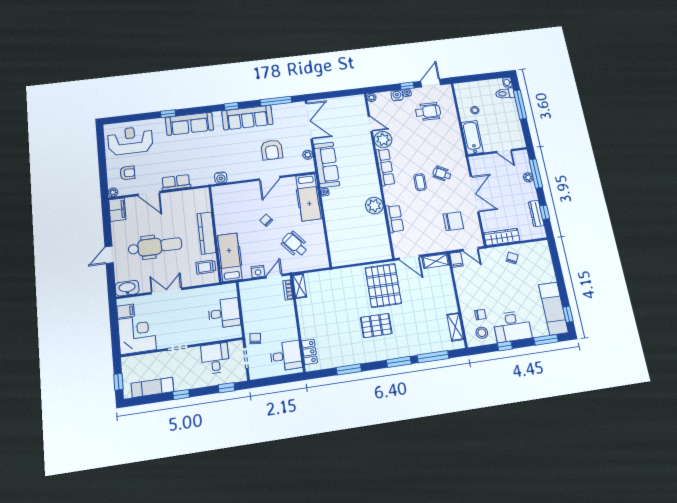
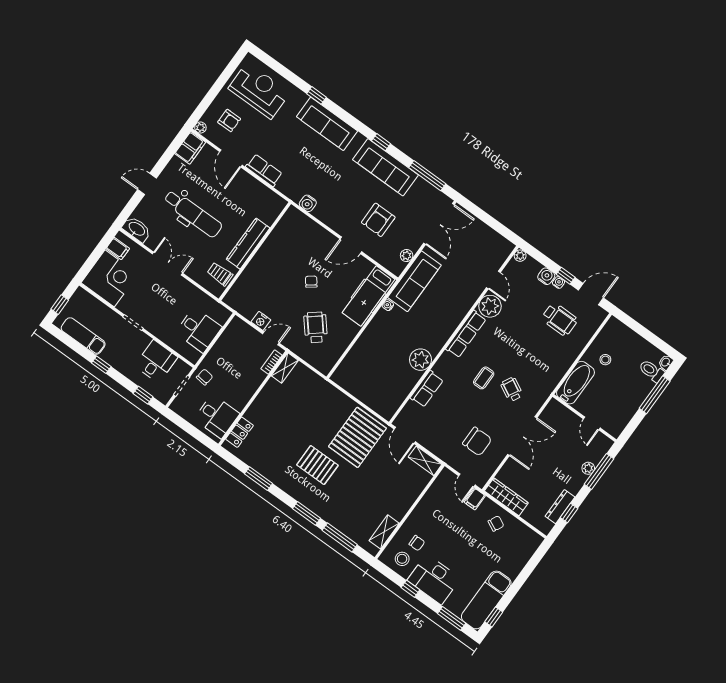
hospital bed: (230, 257) -> (248, 285), removed
filing cabinet: (456, 260) -> (475, 499), moved

